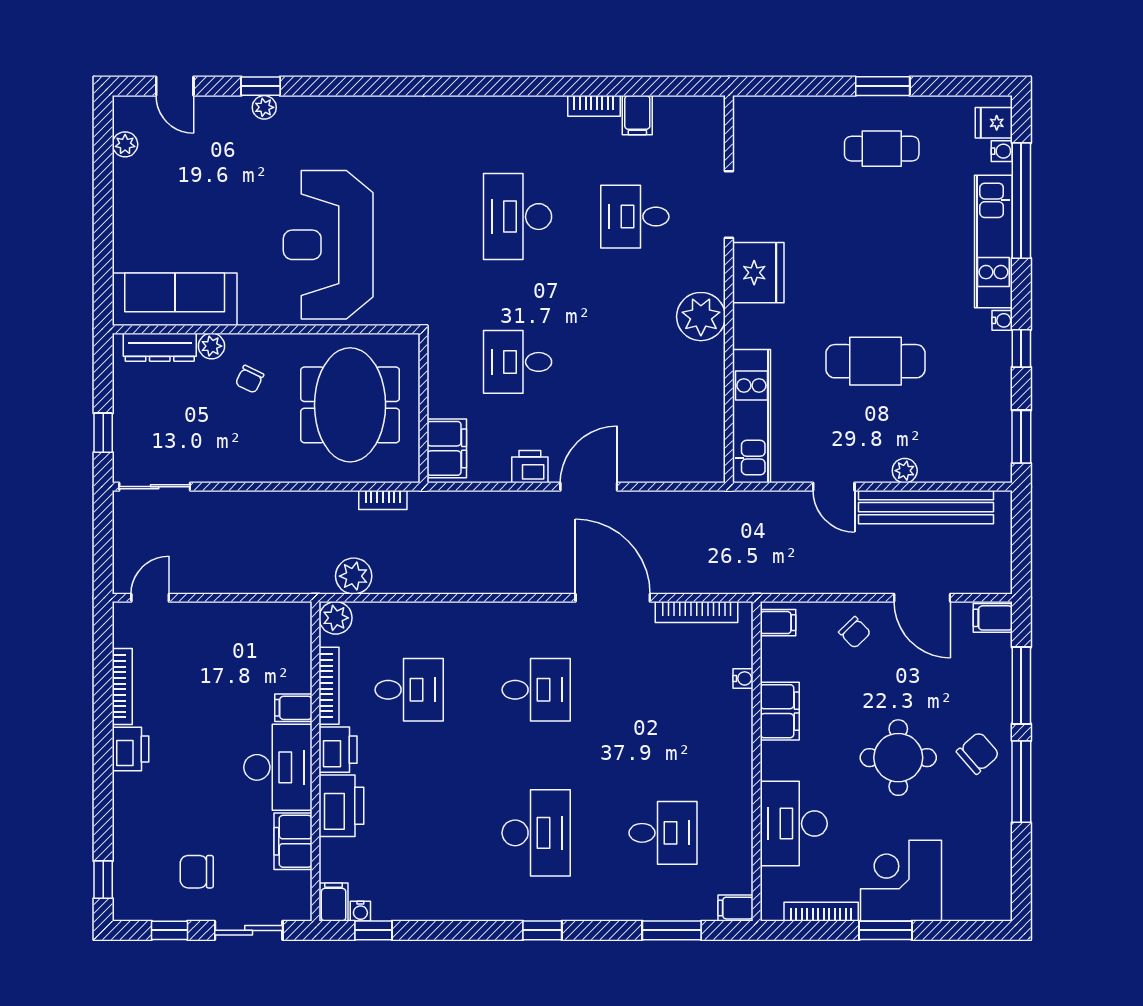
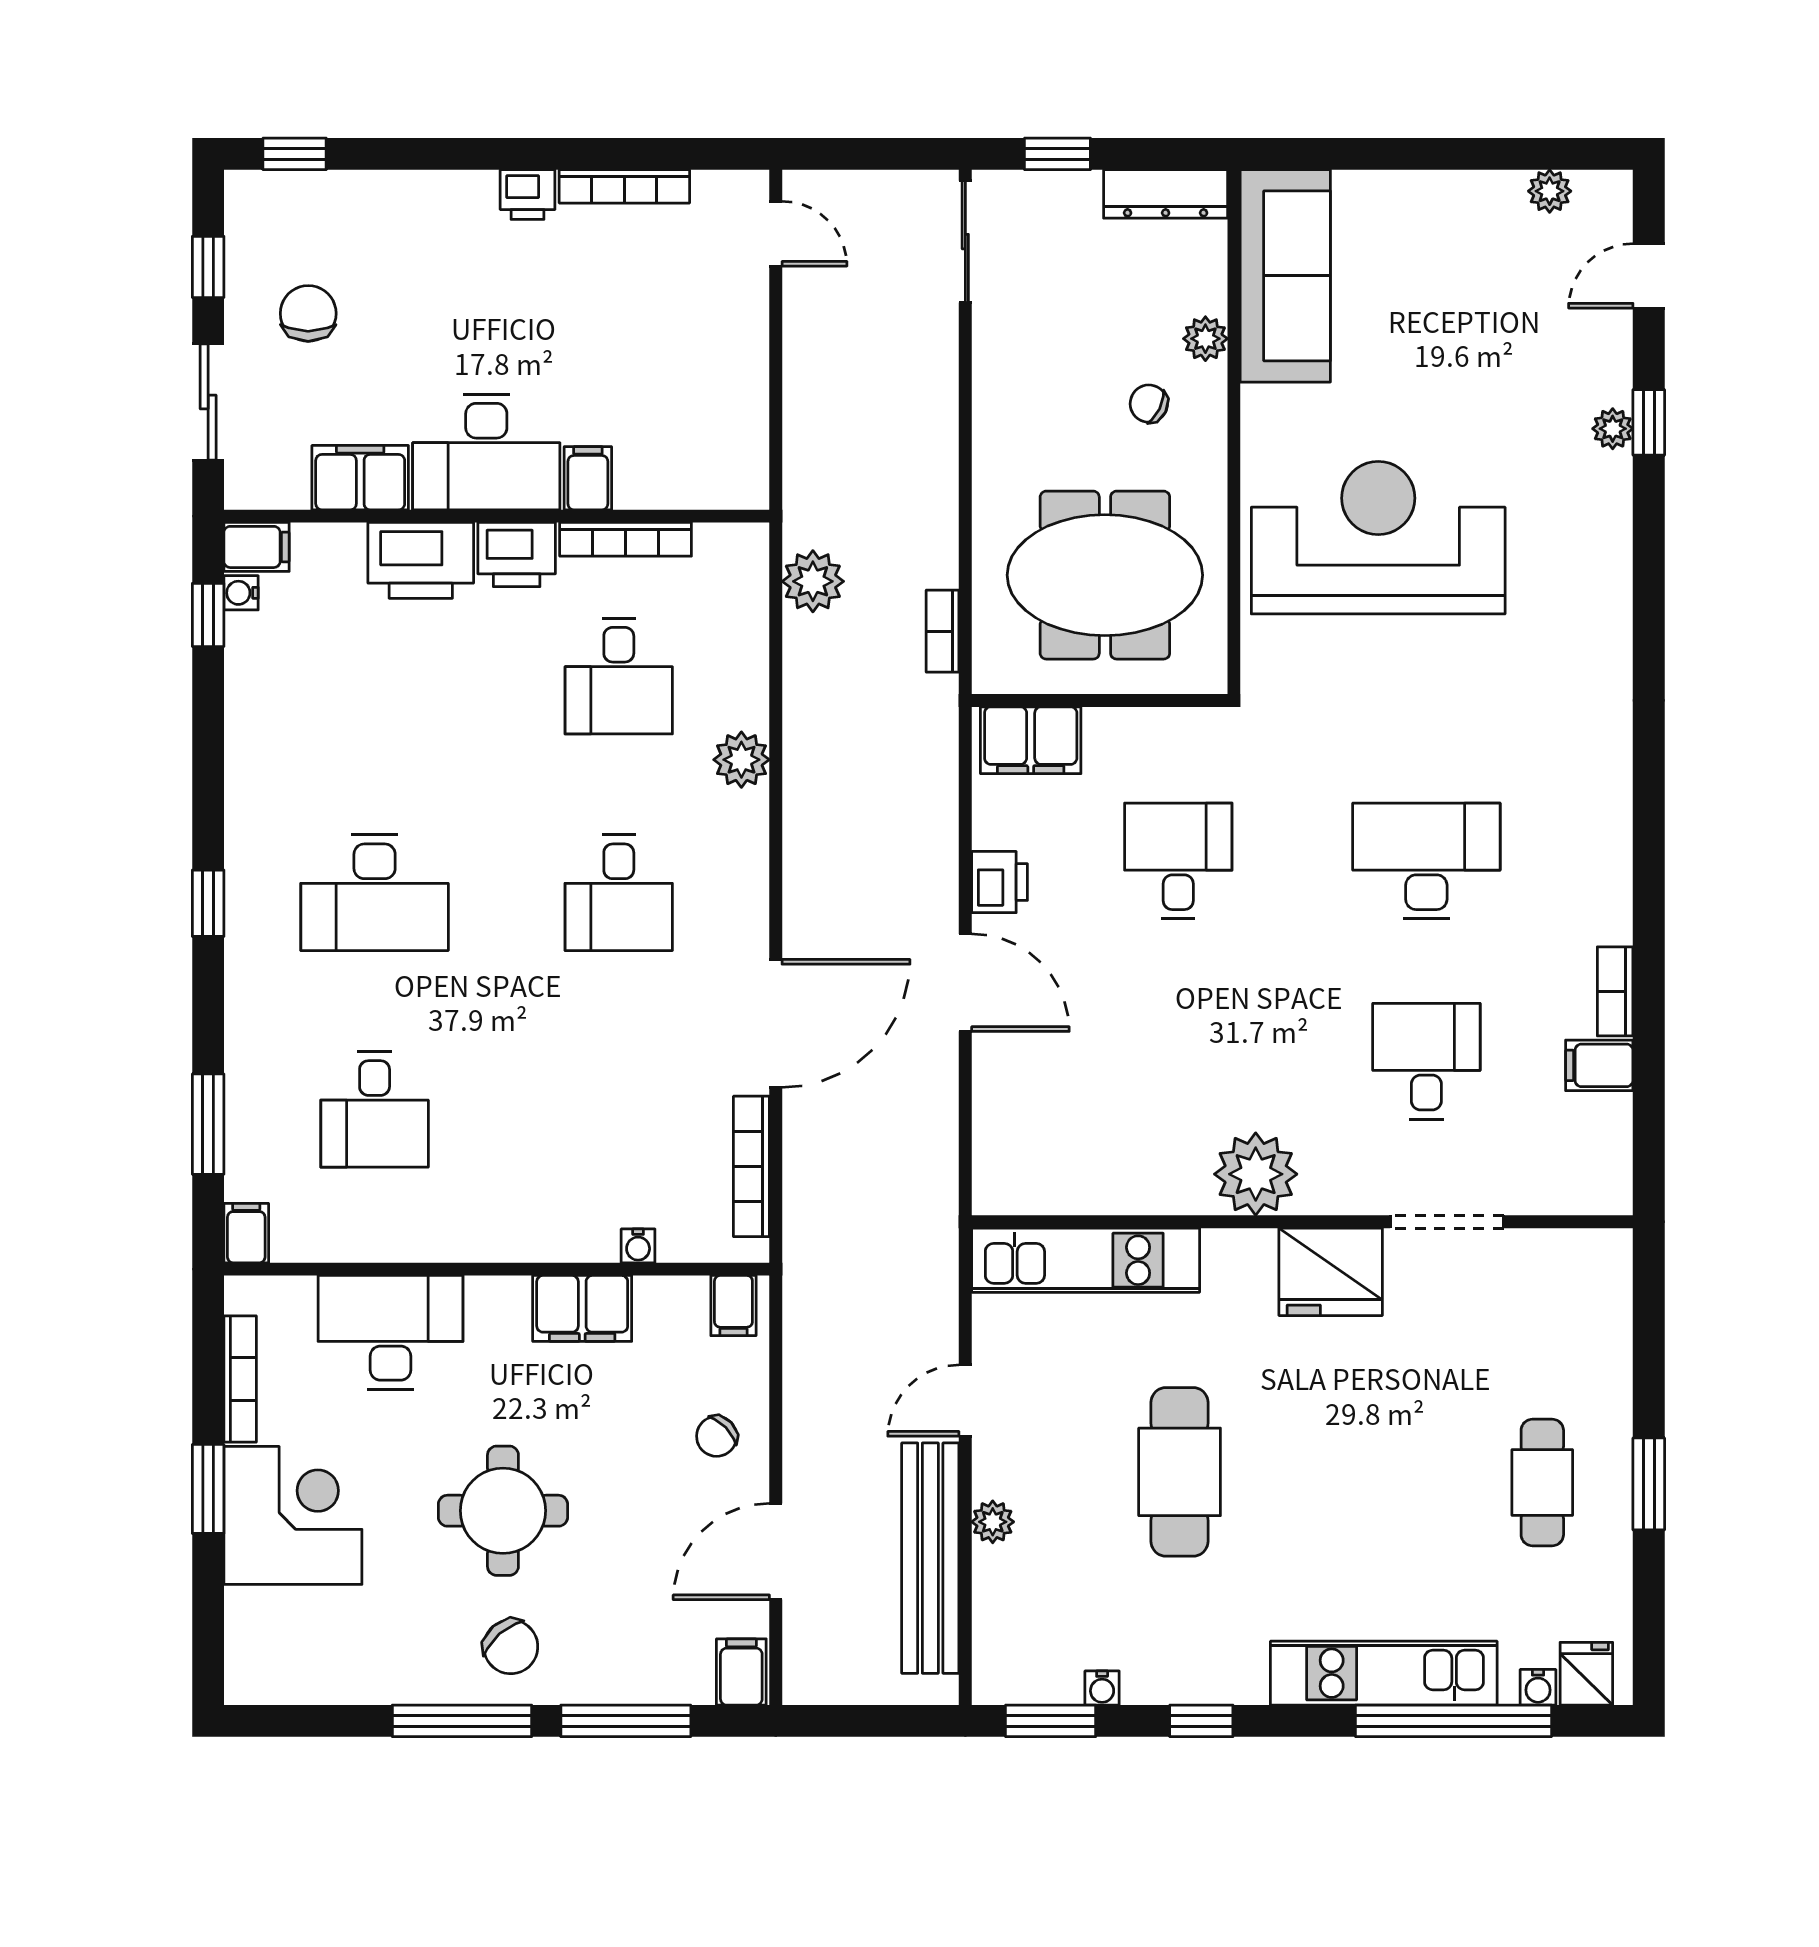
water cooler: (1002, 320) -> (1102, 1688), moved
dresser: (160, 347) -> (1166, 194), moved, turned -90
plant: (336, 618) -> (741, 760), moved
printer: (131, 749) -> (528, 195), width x0.73, depth x0.81

